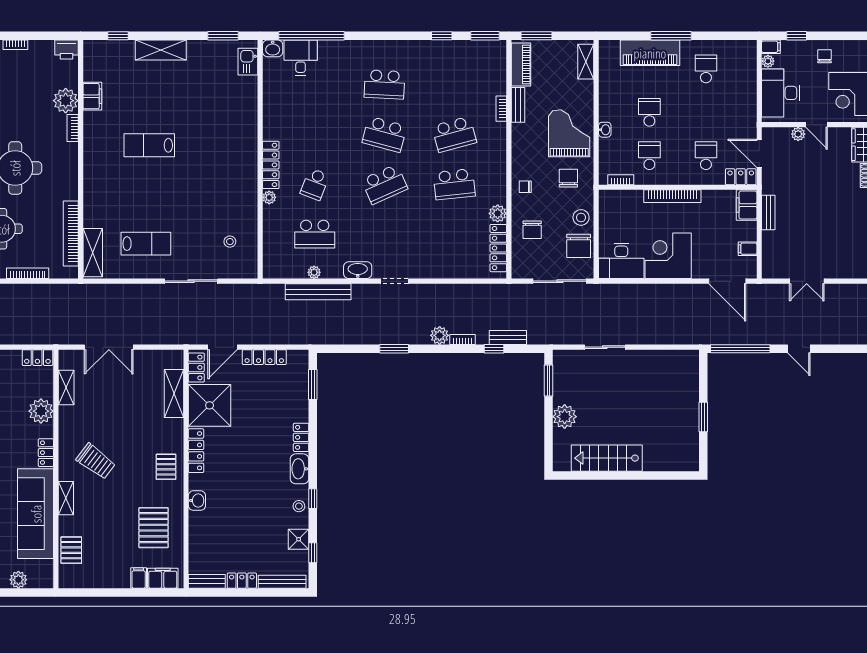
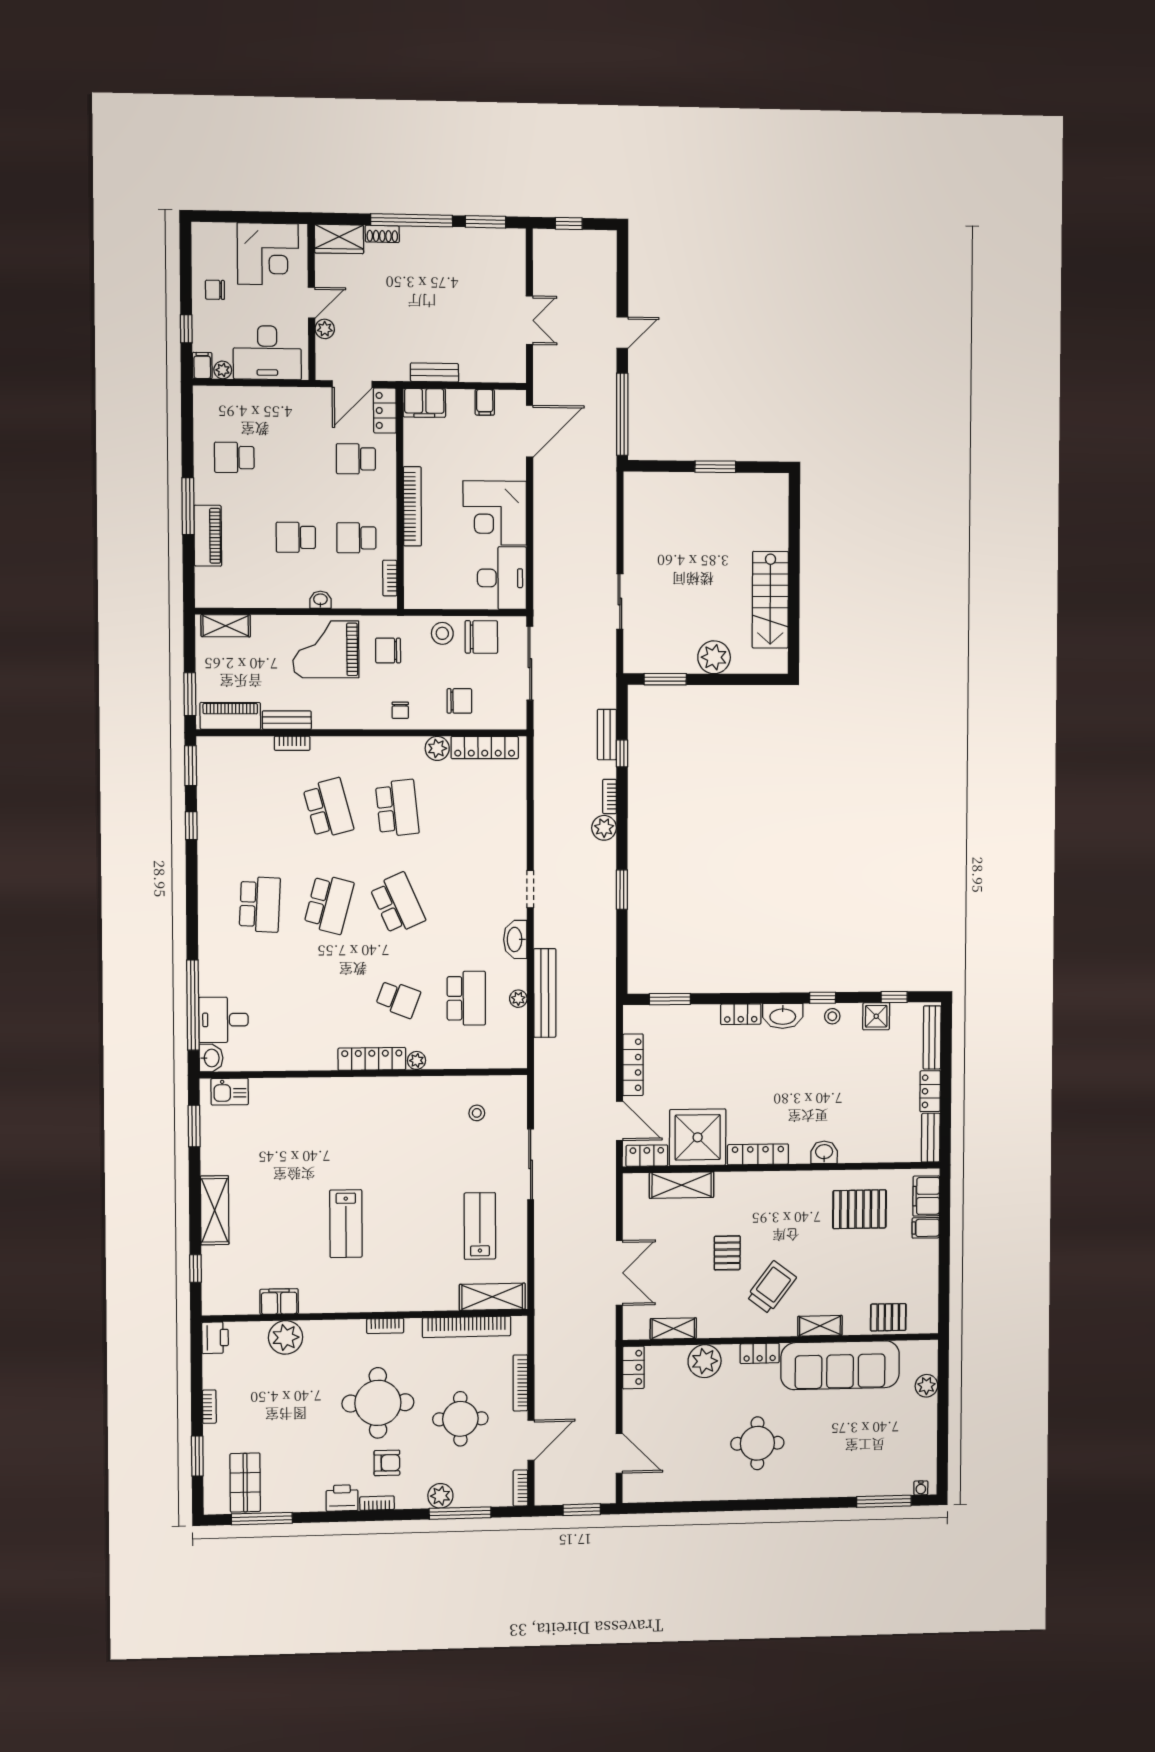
piano: (650, 53) -> (208, 536), width x0.73, depth x0.75
bookcase: (73, 128) -> (385, 1326), moved
pallet: (166, 467) -> (727, 1253), moved, turned 90

